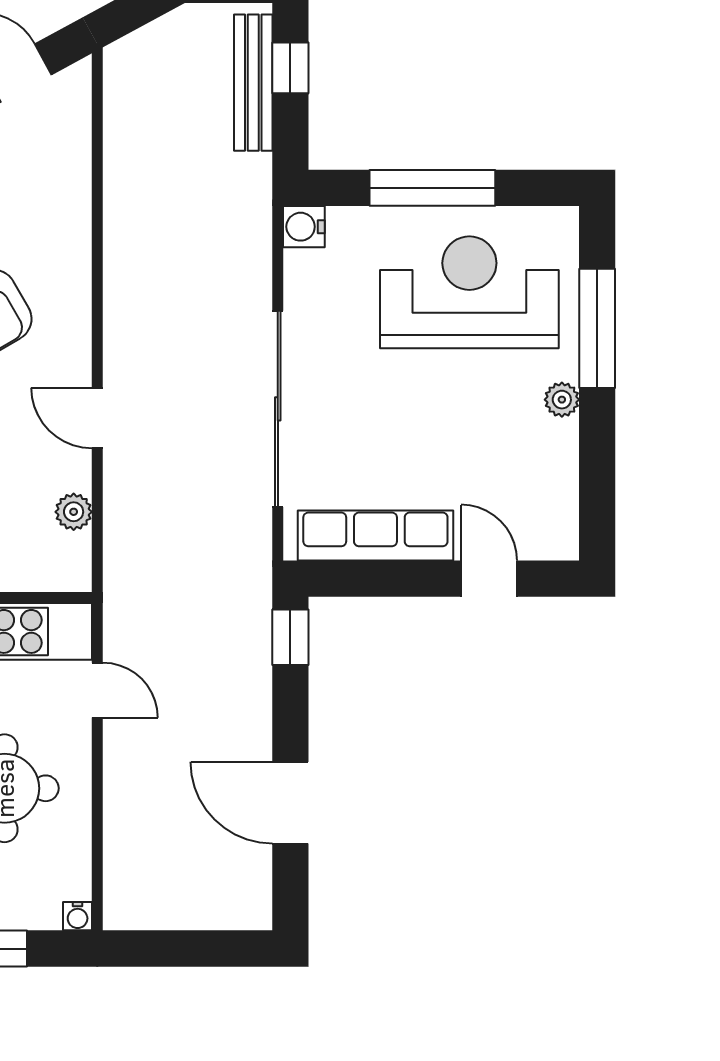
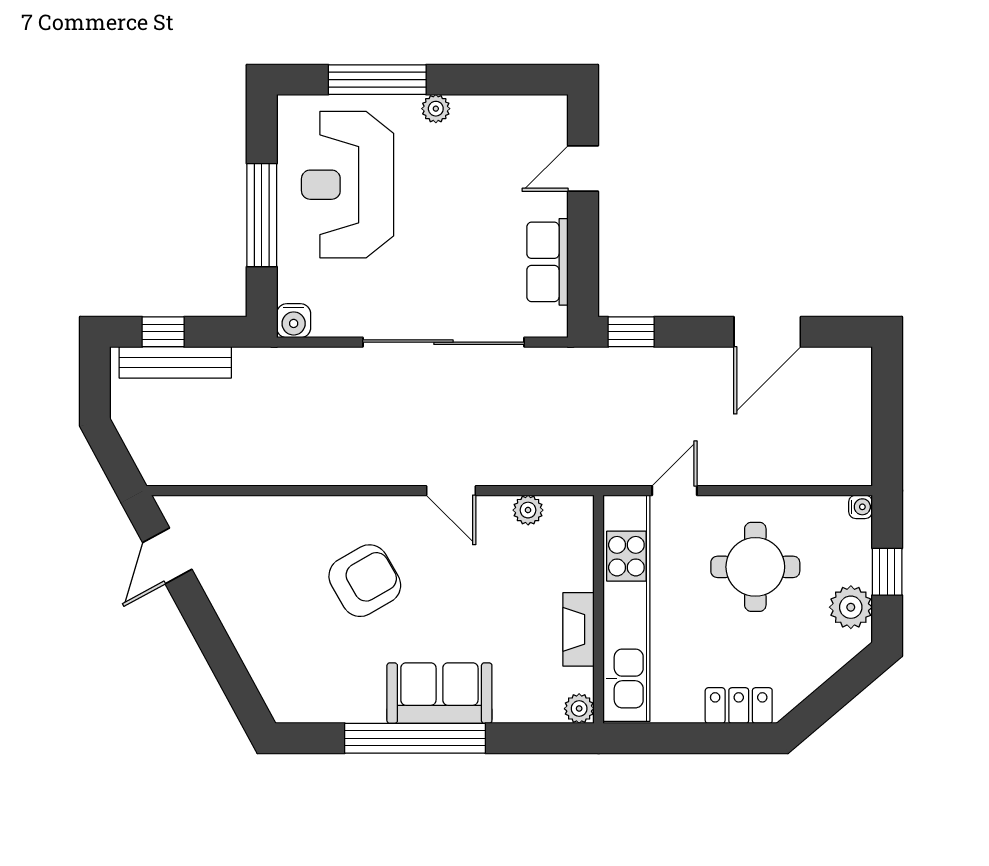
door: (97, 418) -> (451, 491), hinge flipped
row of seats: (375, 535) -> (547, 262), width x0.68

